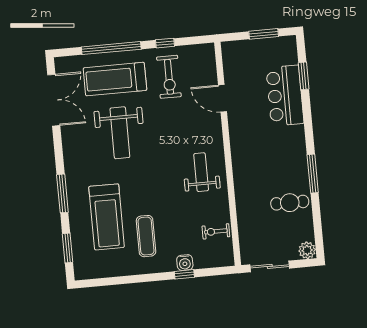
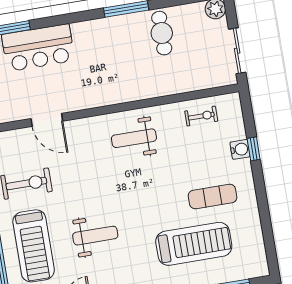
door: (222, 98) -> (47, 120), hinge flipped
weight bench: (120, 133) -> (95, 236), width x0.73, depth x0.75
exercise bike: (216, 231) -> (201, 116), turned -90

